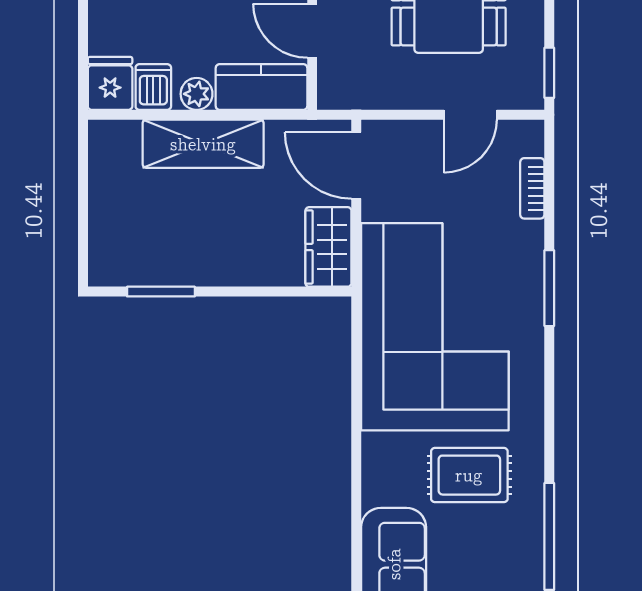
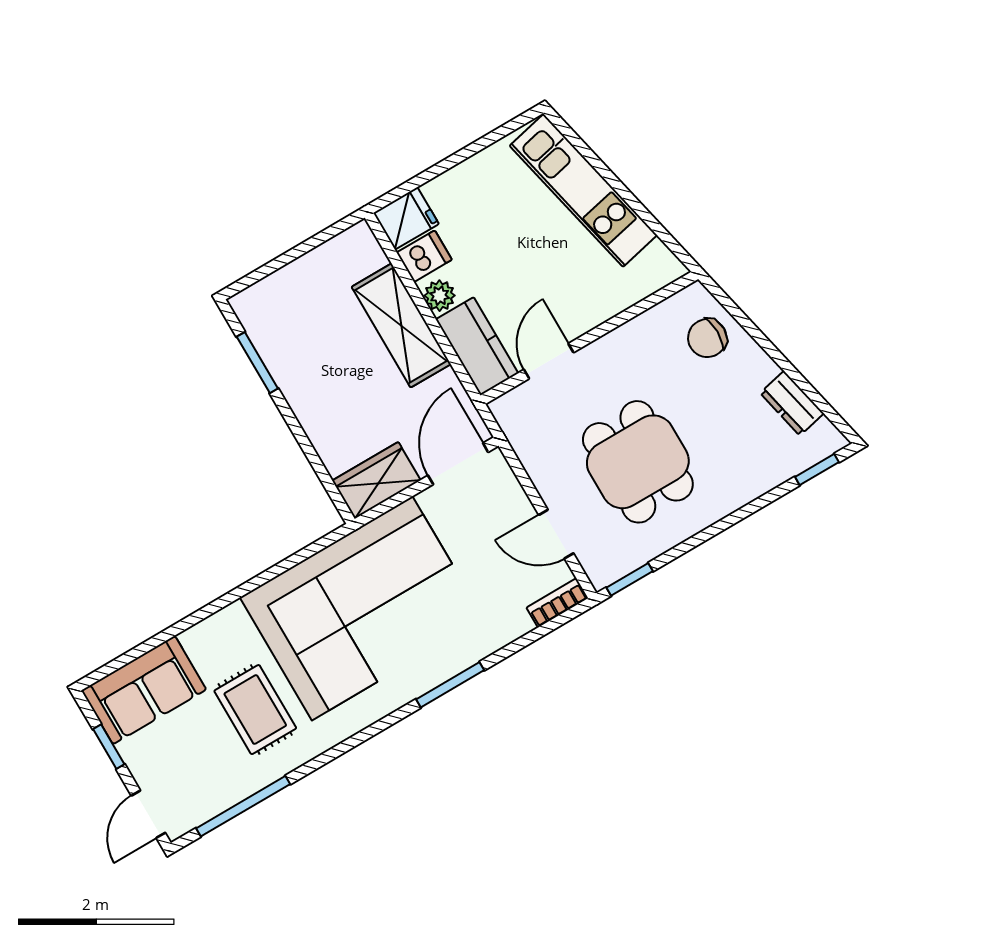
bookcase: (532, 188) -> (557, 603), moved

